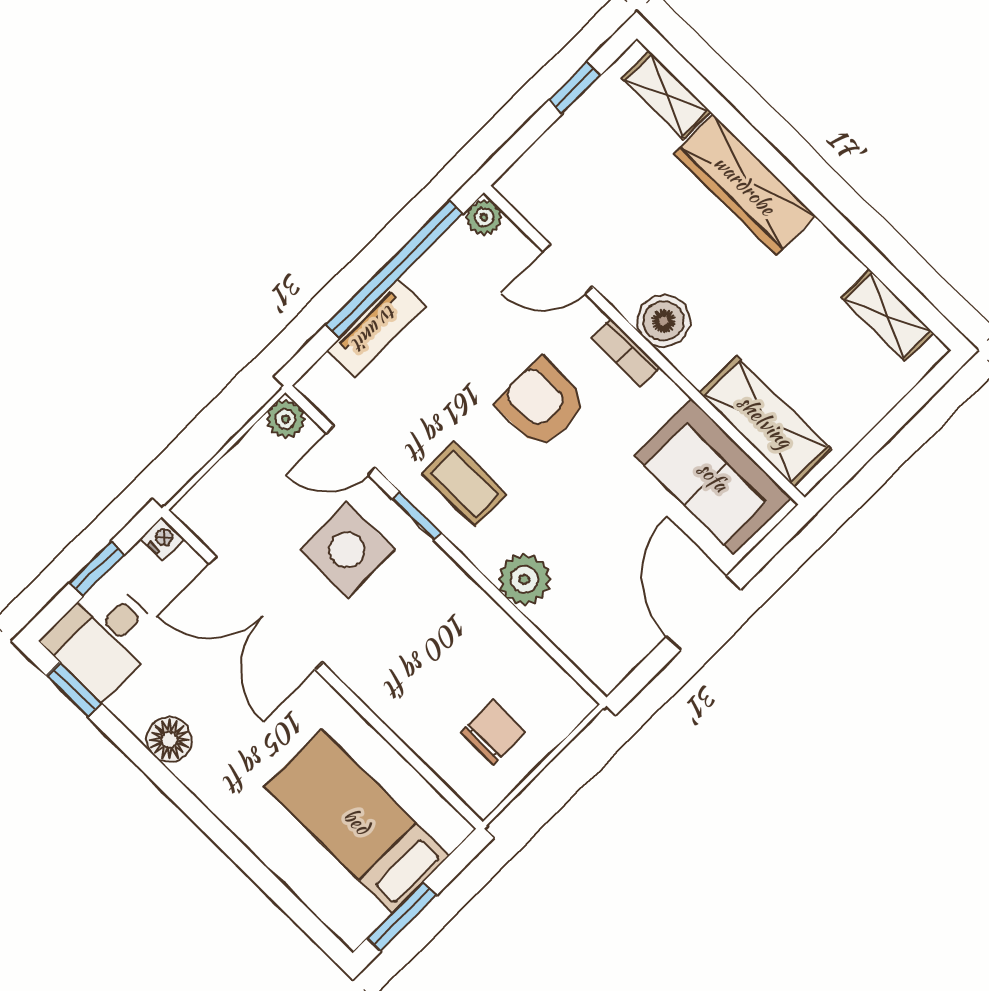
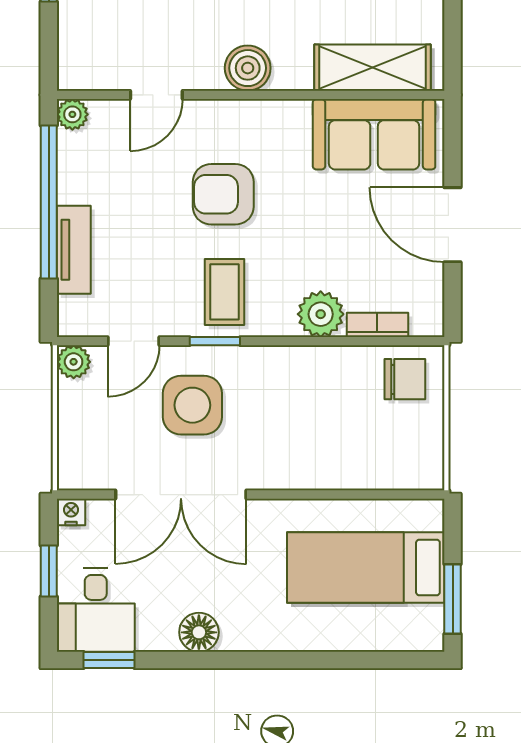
bookcase: (626, 353) -> (377, 325), moved, turned 180
coffee table: (464, 484) -> (224, 292), turned 90
chair: (493, 732) -> (405, 379), moved, turned 90

